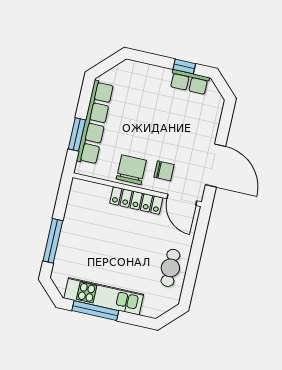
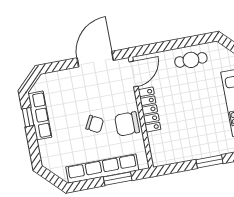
row of seats: (189, 82) -> (40, 115), width x1.48
chair: (164, 171) -> (95, 124), moved, turned 118
window: (53, 241) -> (209, 161), width x0.69

